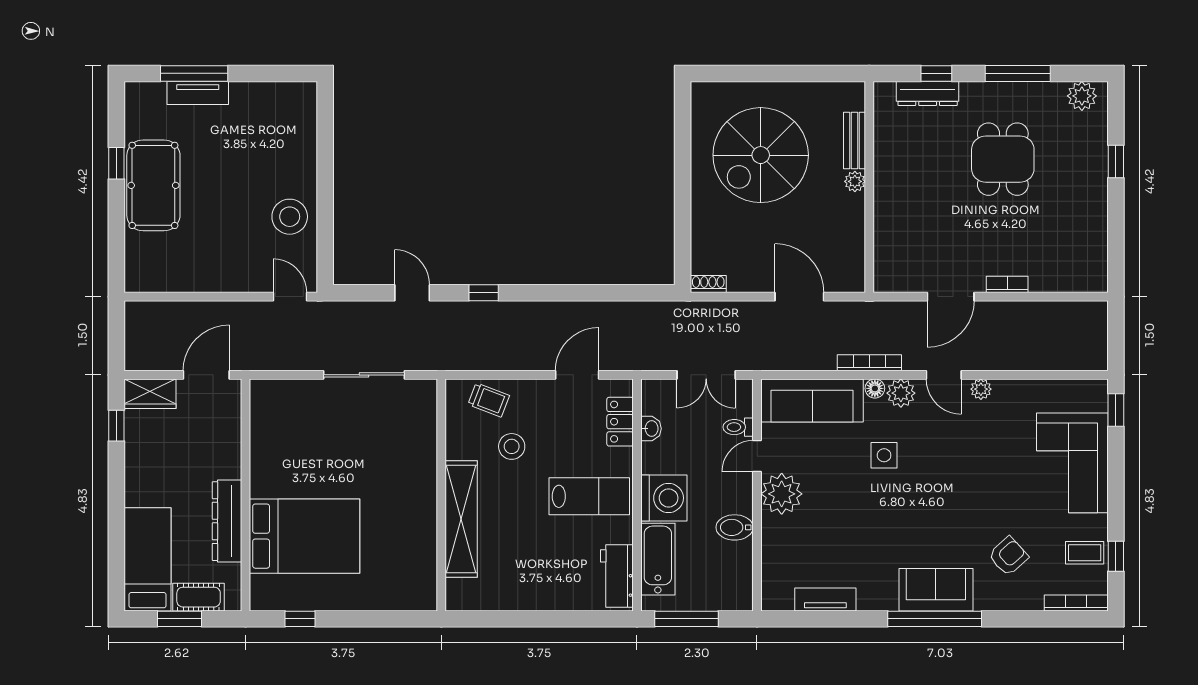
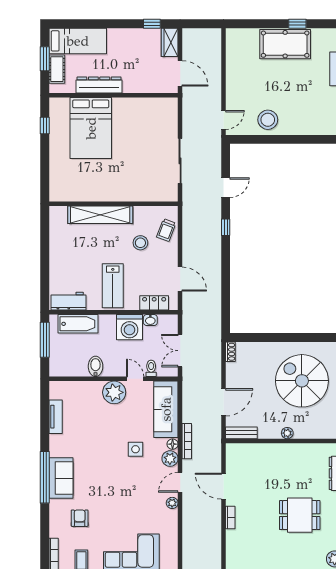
bench: (854, 141) -> (241, 433), moved
washing machine: (664, 498) -> (130, 327), moved
armchair: (1008, 556) -> (80, 518), turned -138

